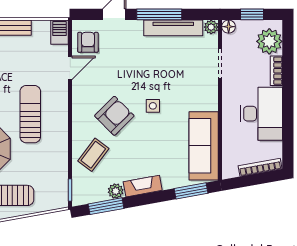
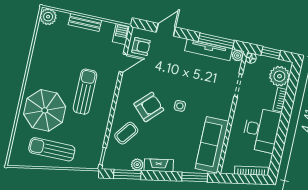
window: (159, 14) -> (216, 41), moved
armchair: (88, 42) -> (141, 46), turned 90

